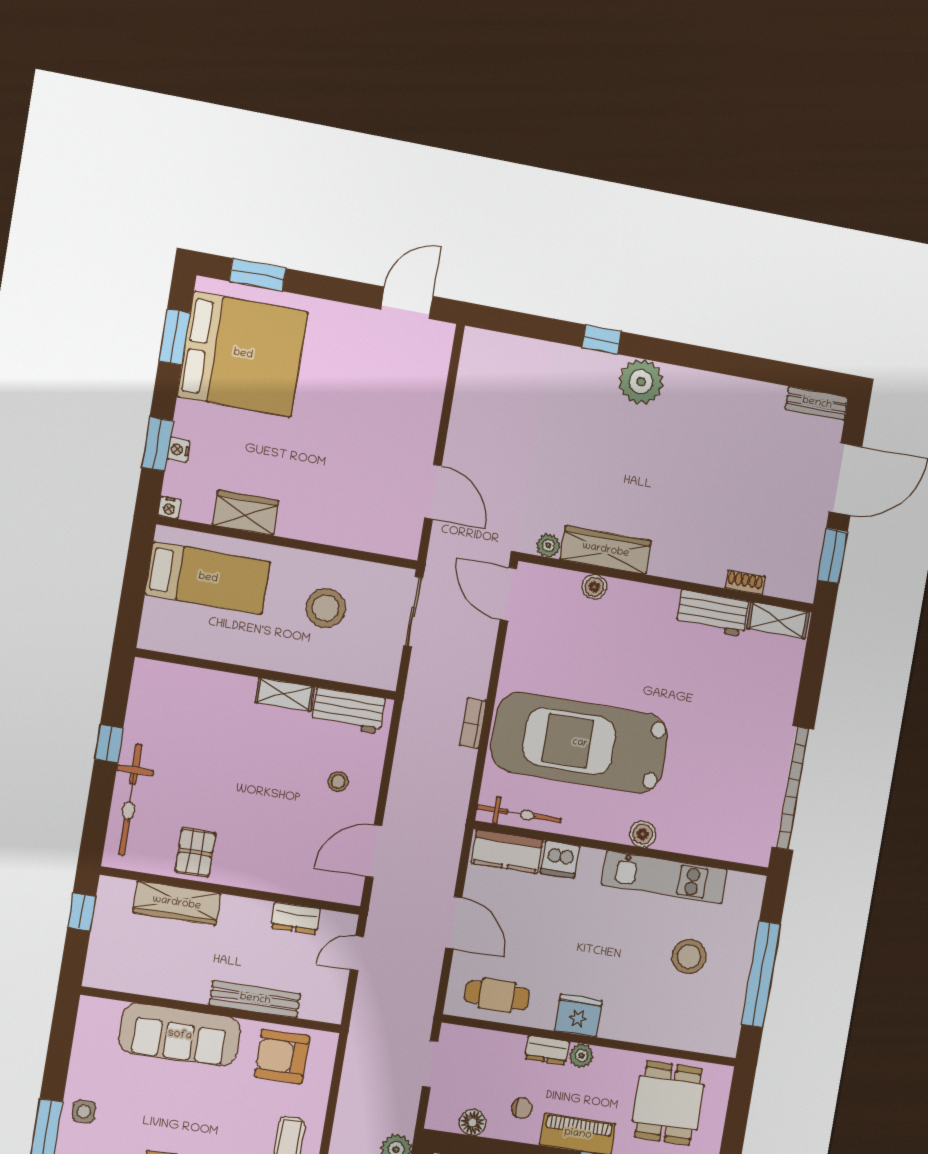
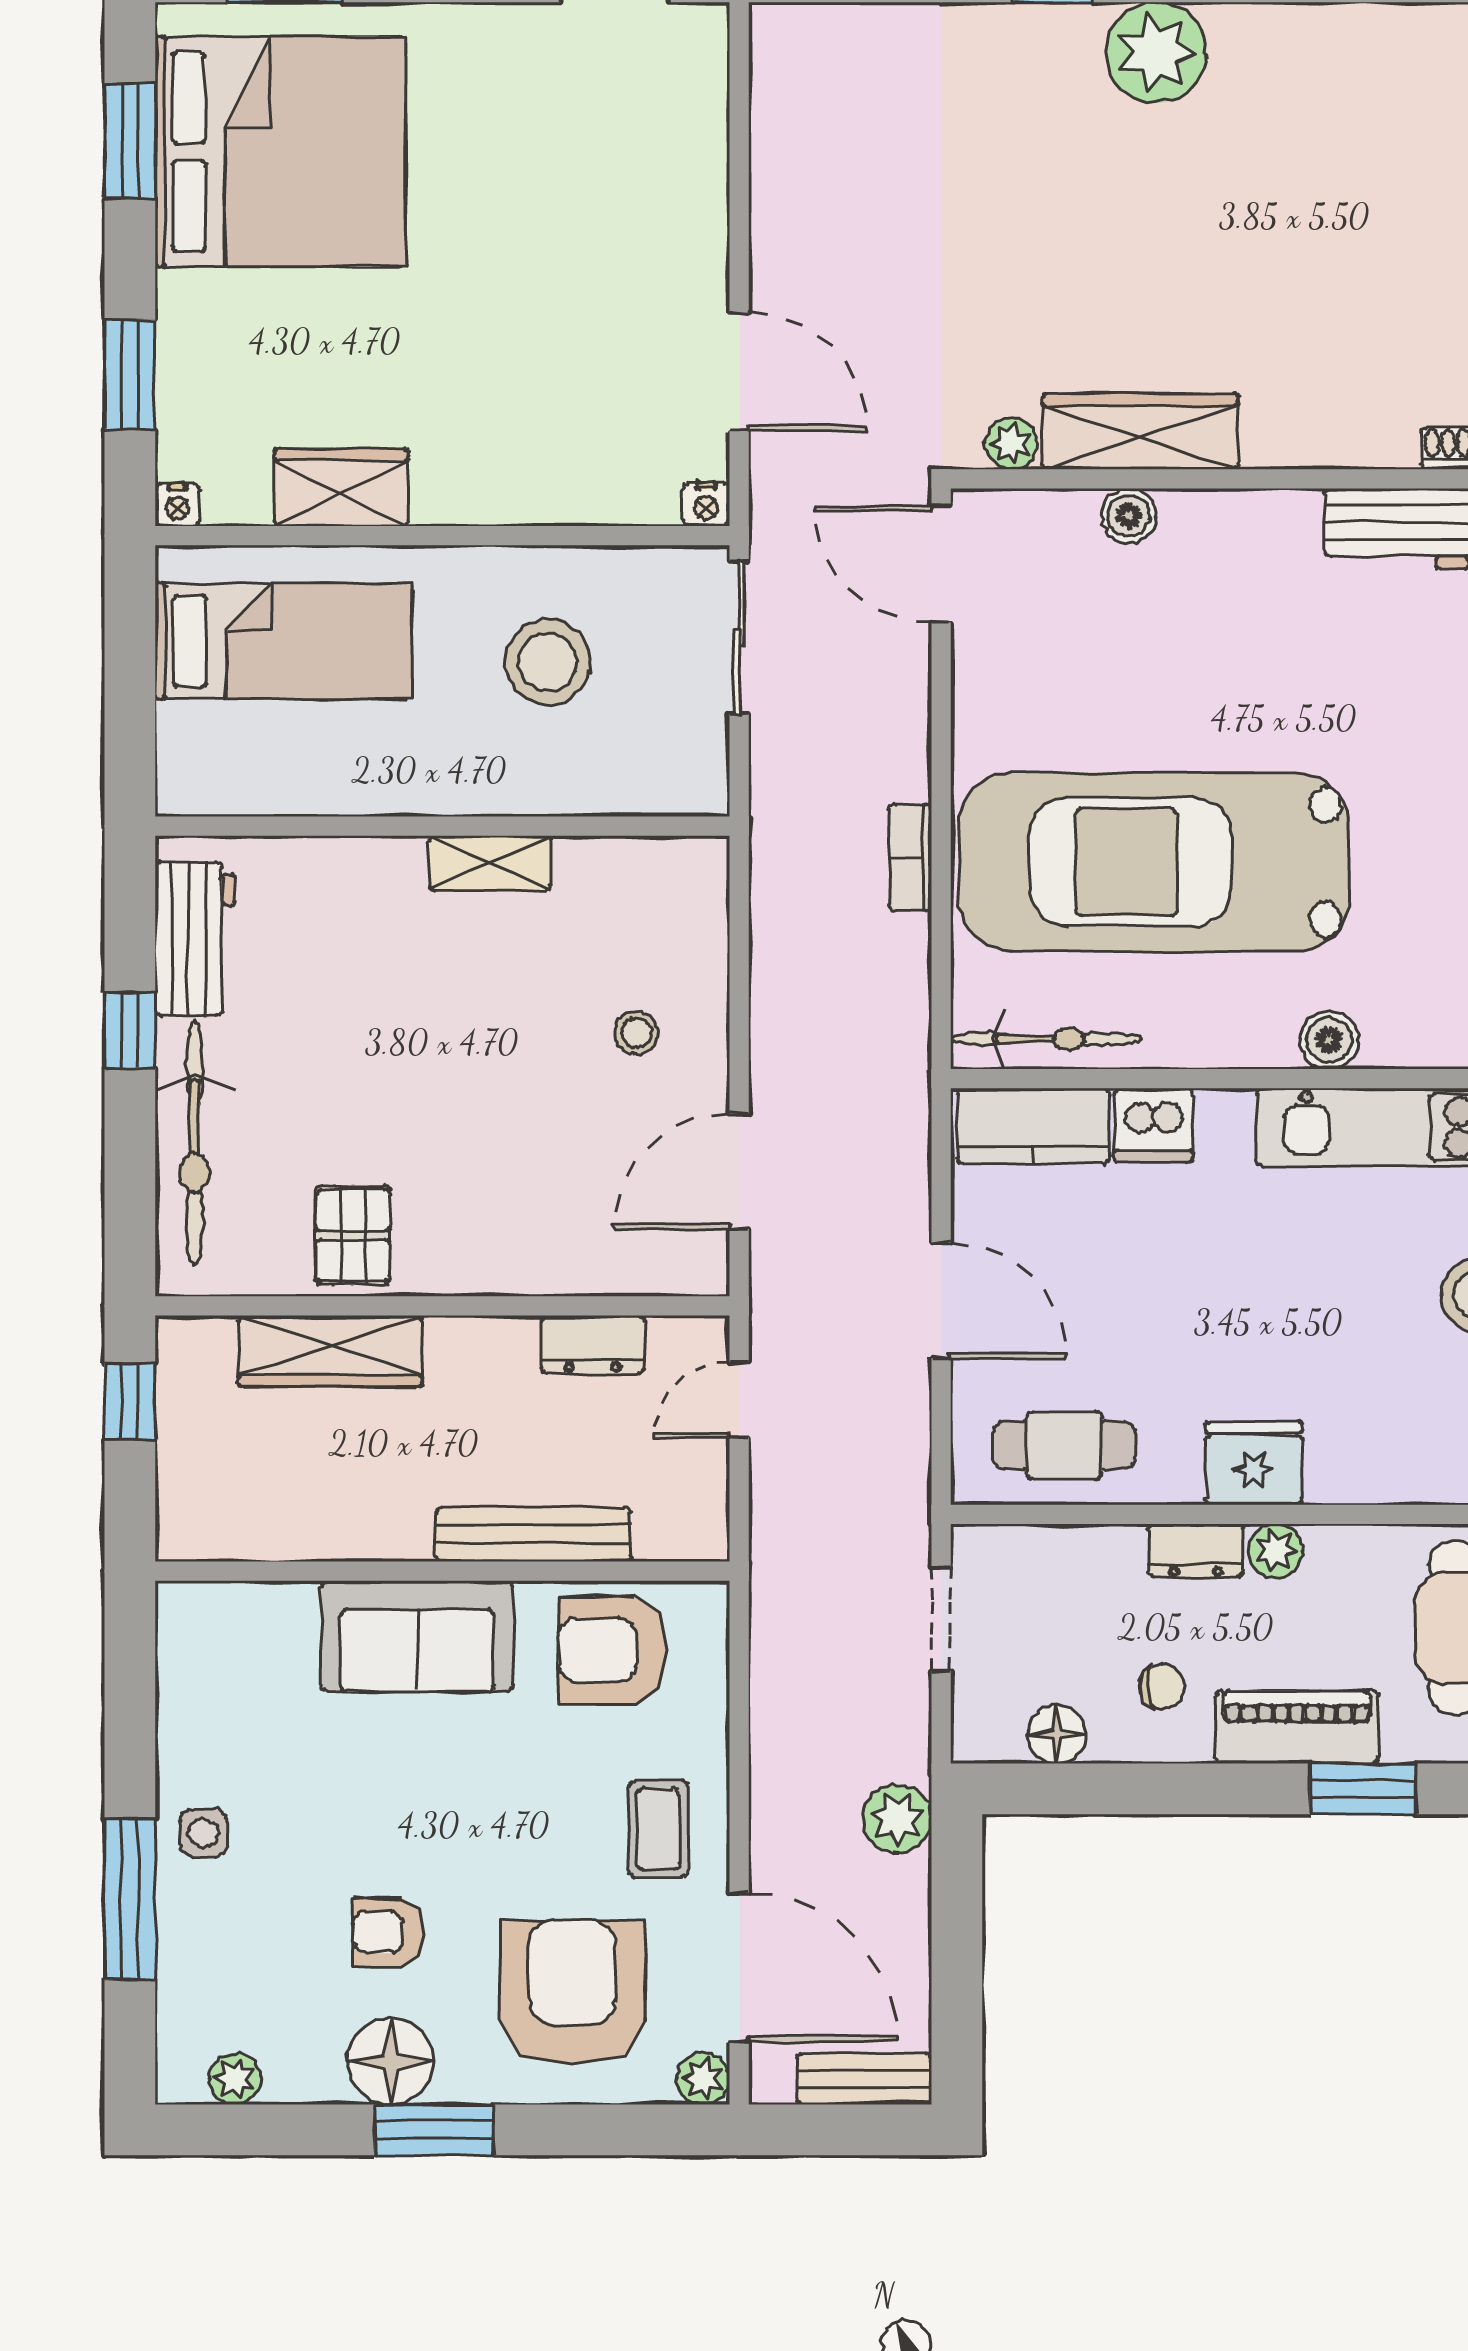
nightstand: (179, 450) -> (706, 504), moved, turned -90
workbench: (348, 711) -> (195, 939), moved, turned -90
sofa: (180, 1035) -> (417, 1636), width x0.73

